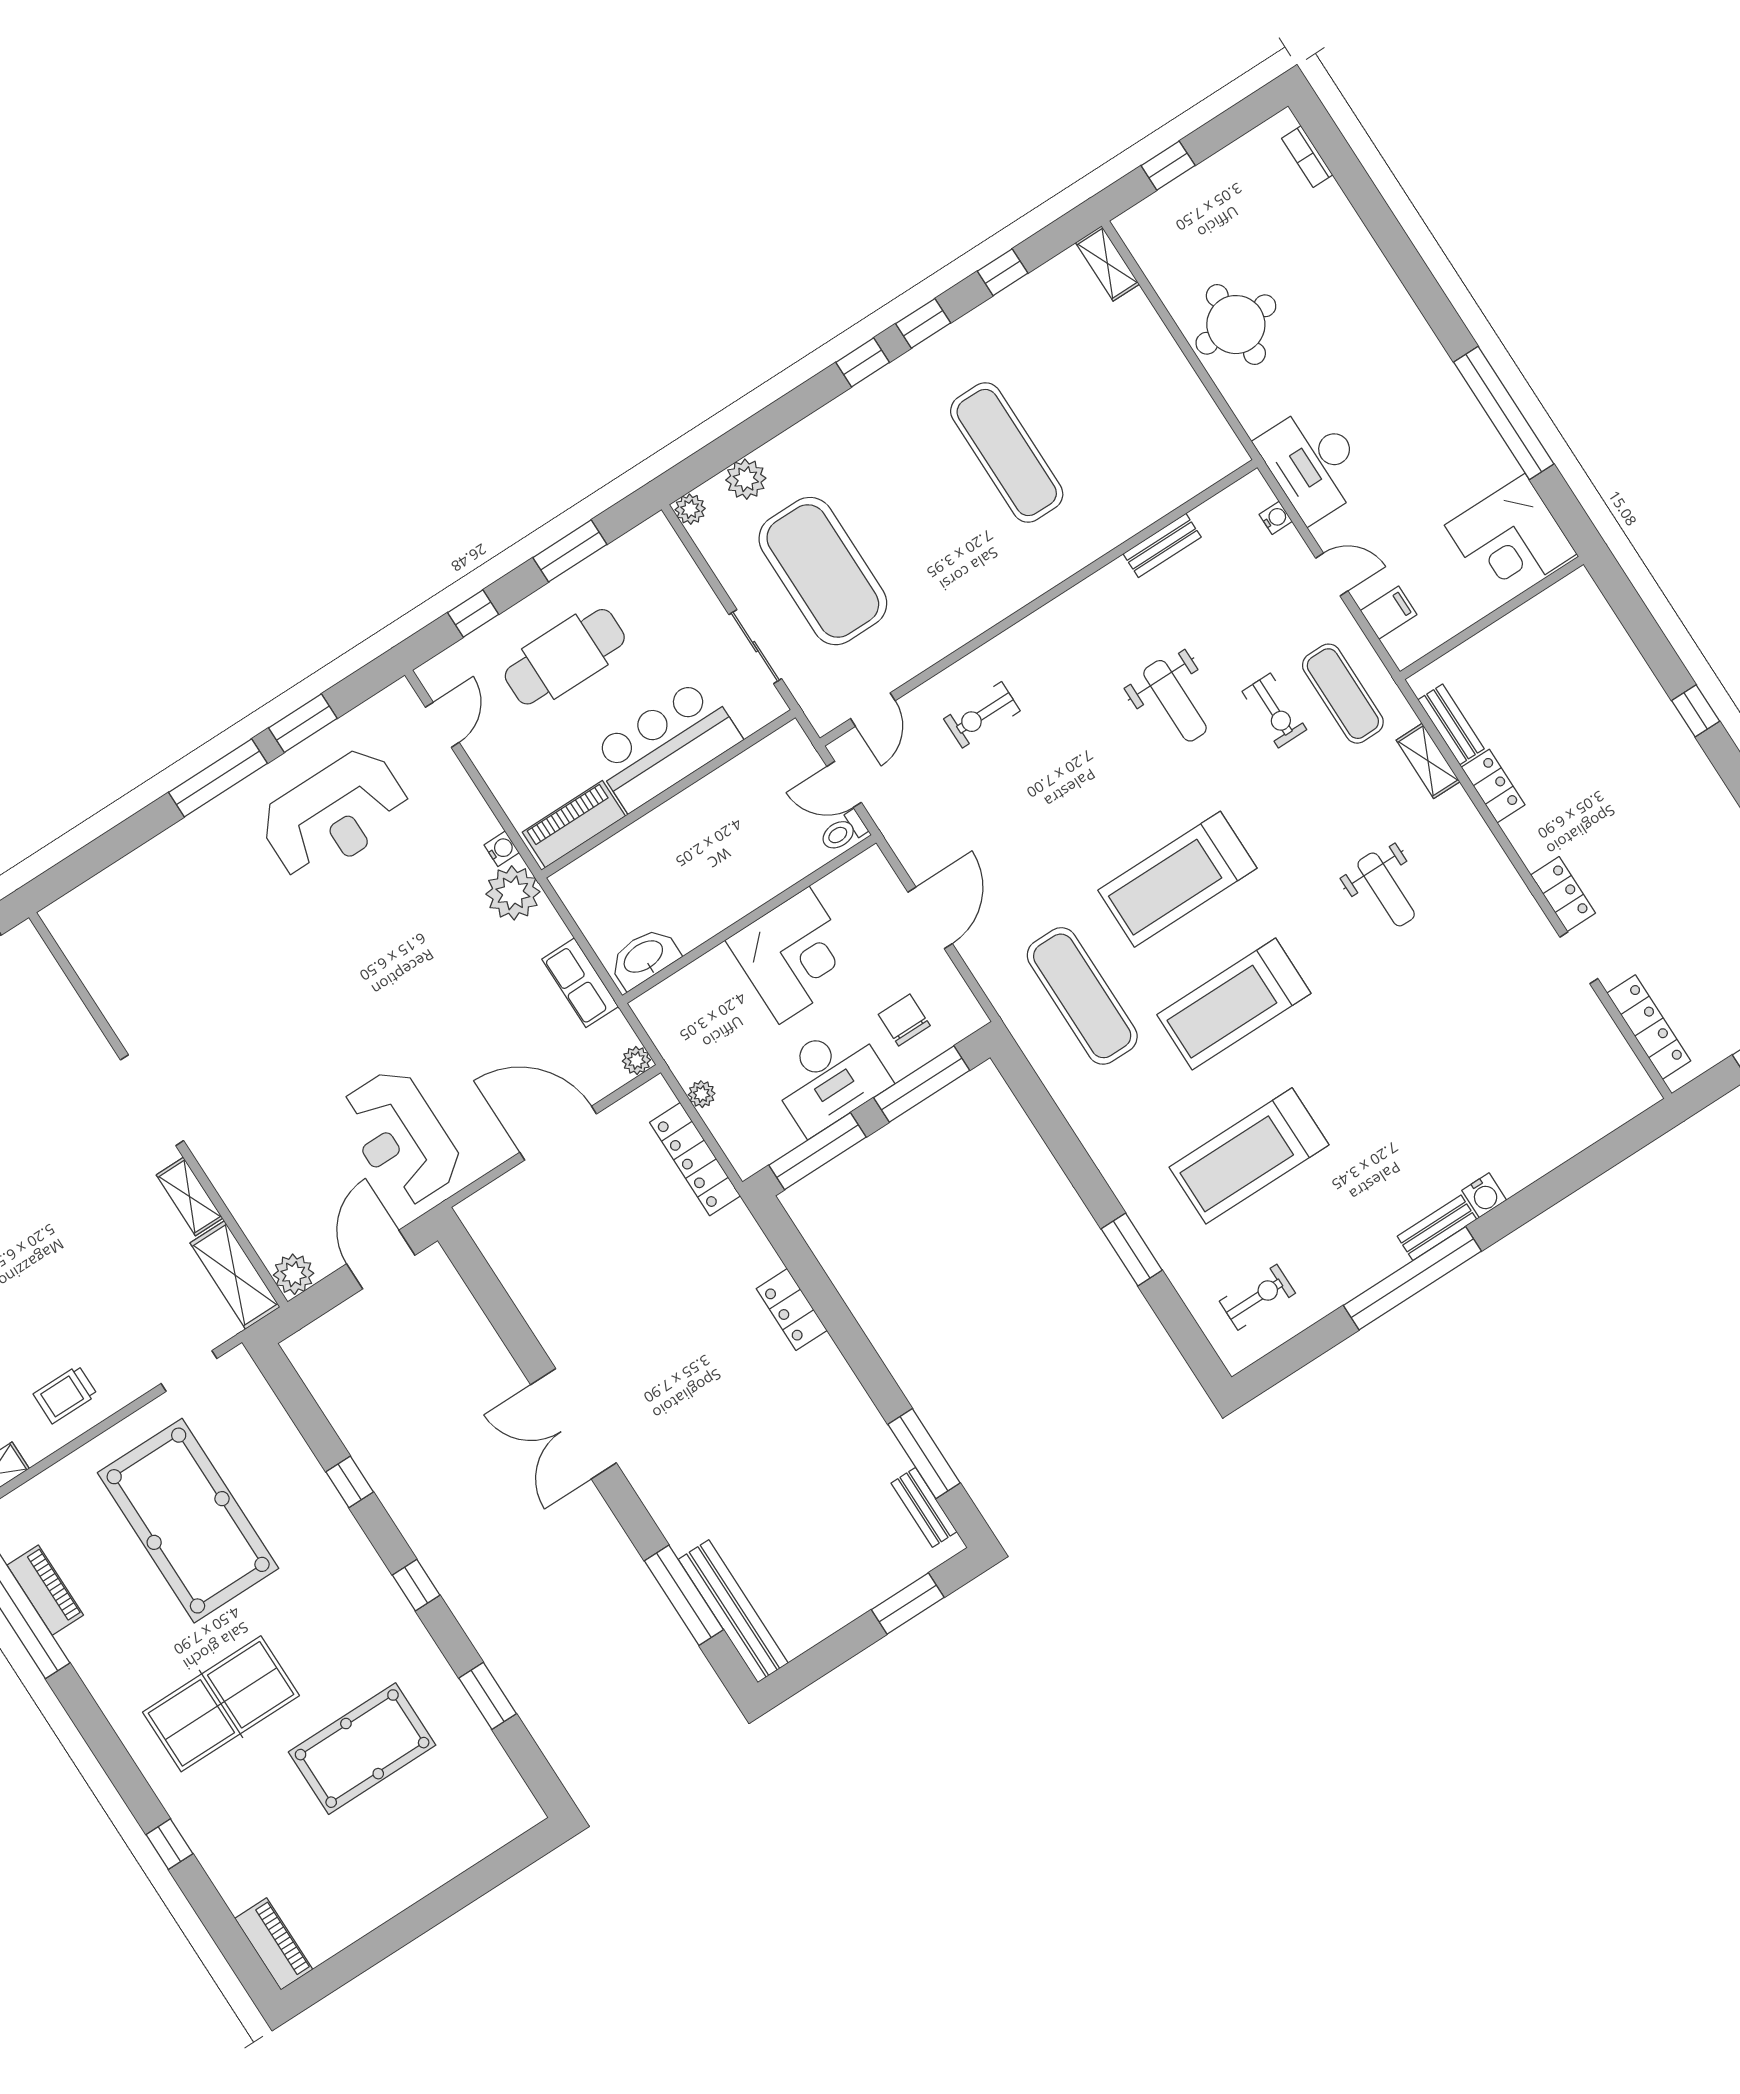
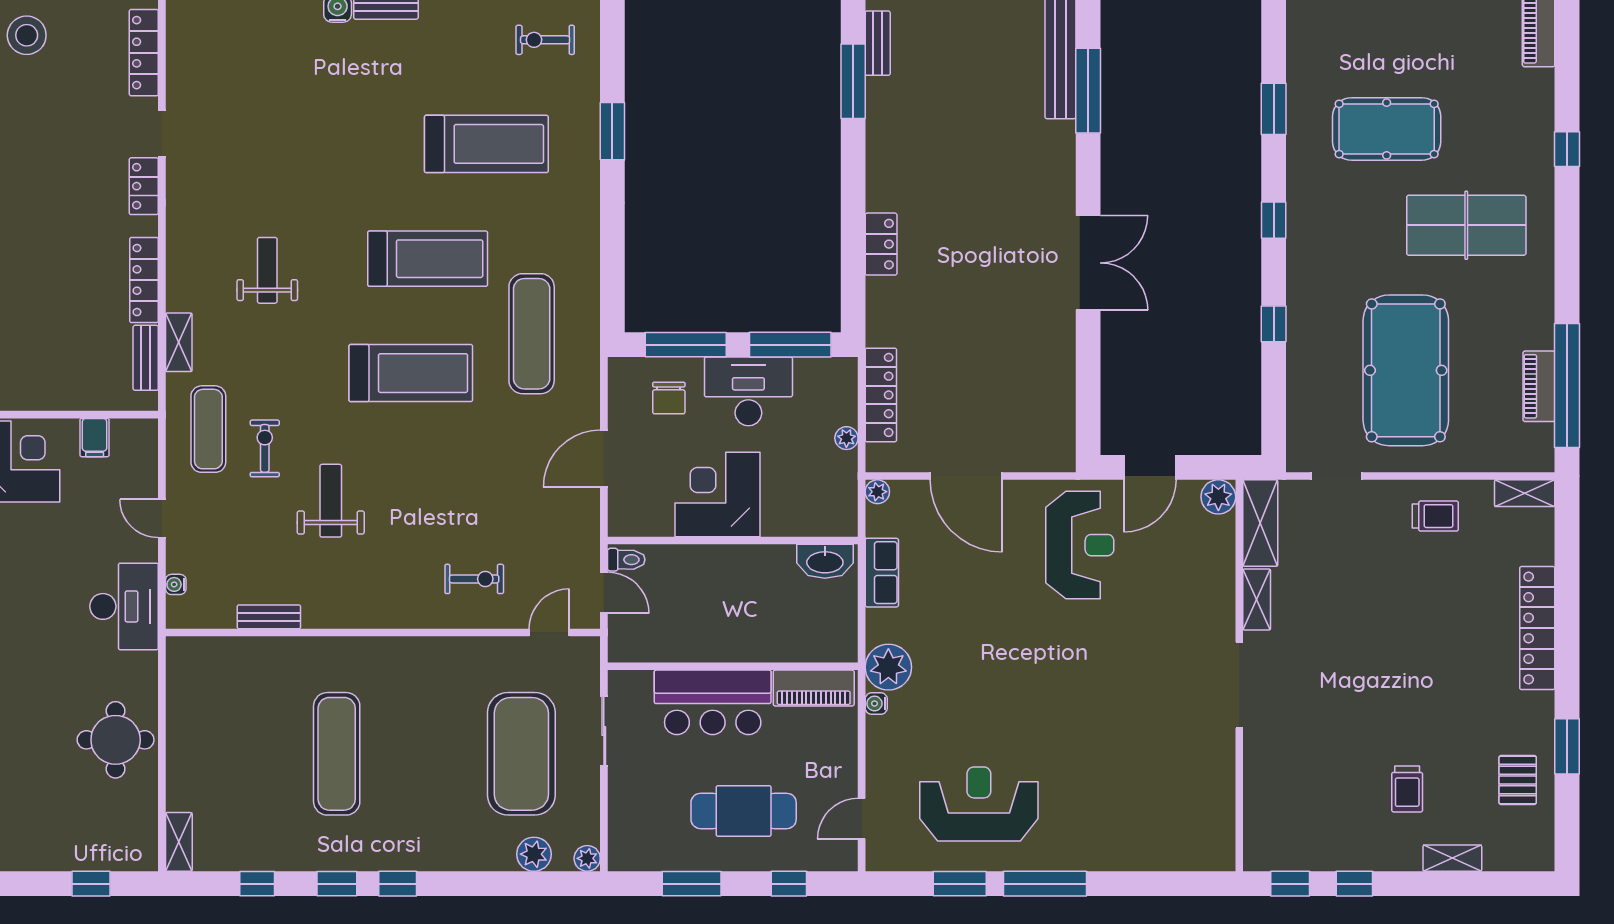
filing cabinet: (1389, 613) -> (95, 438), moved, turned -90
locker: (1493, 786) -> (144, 280), width x1.53

